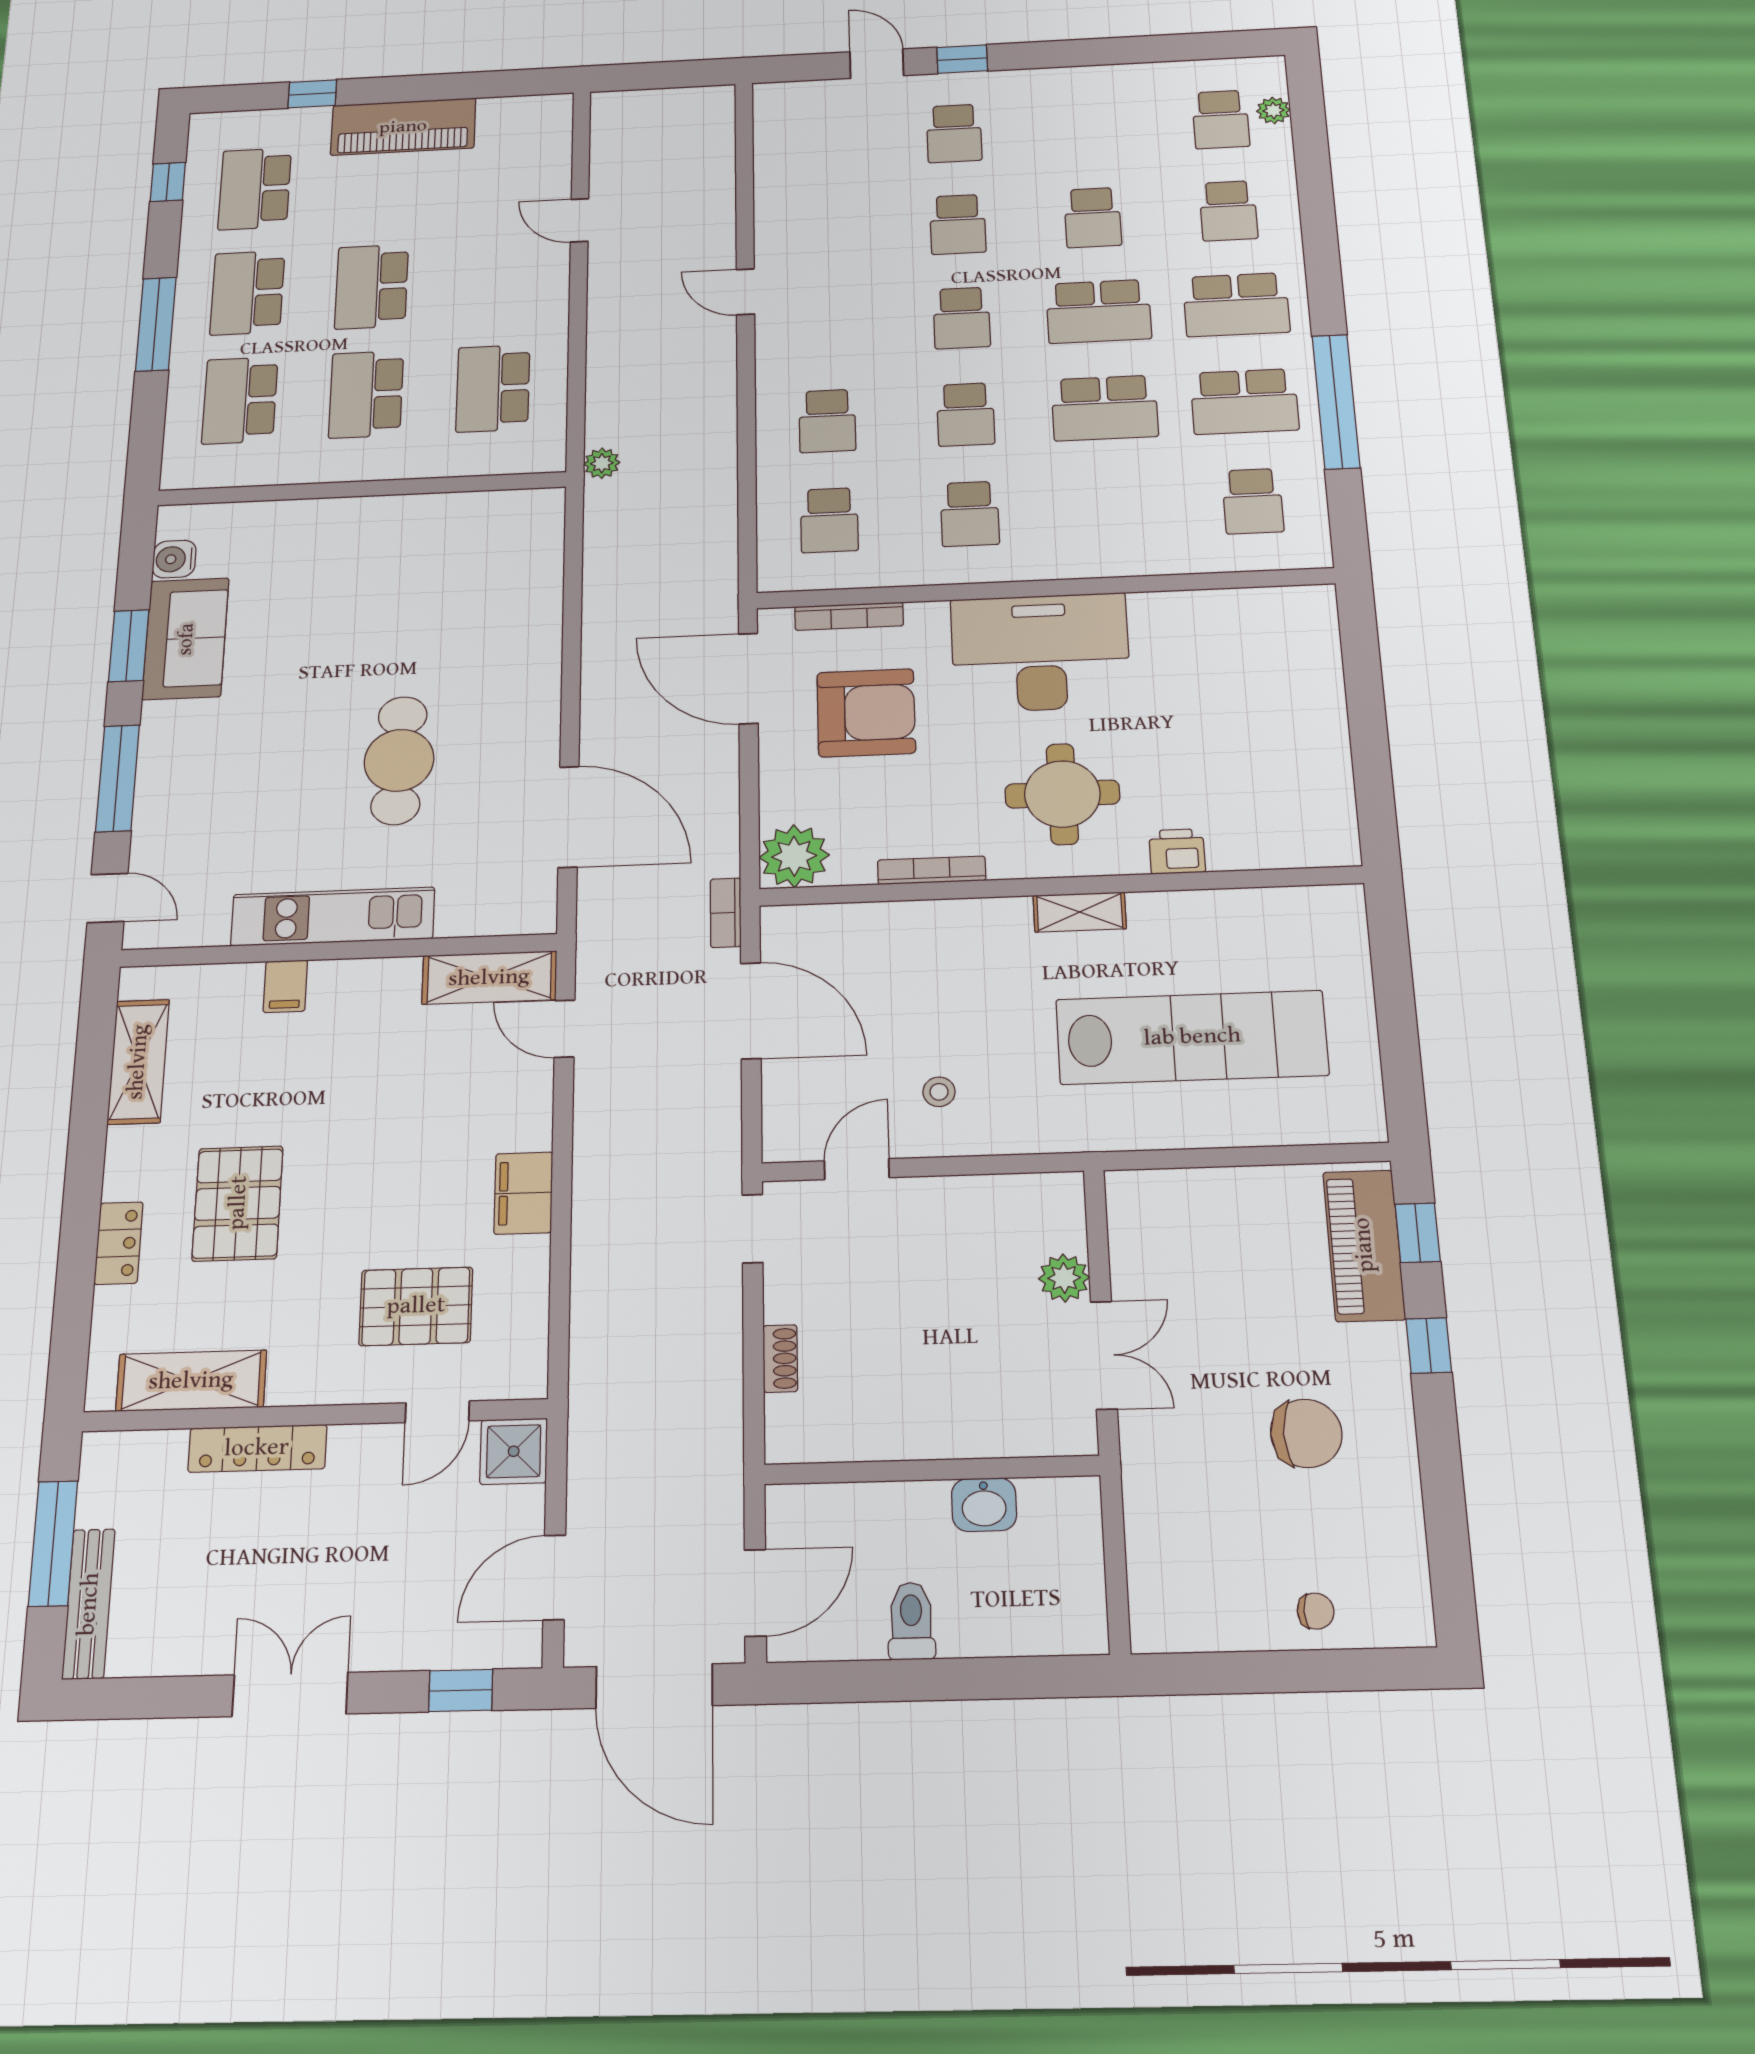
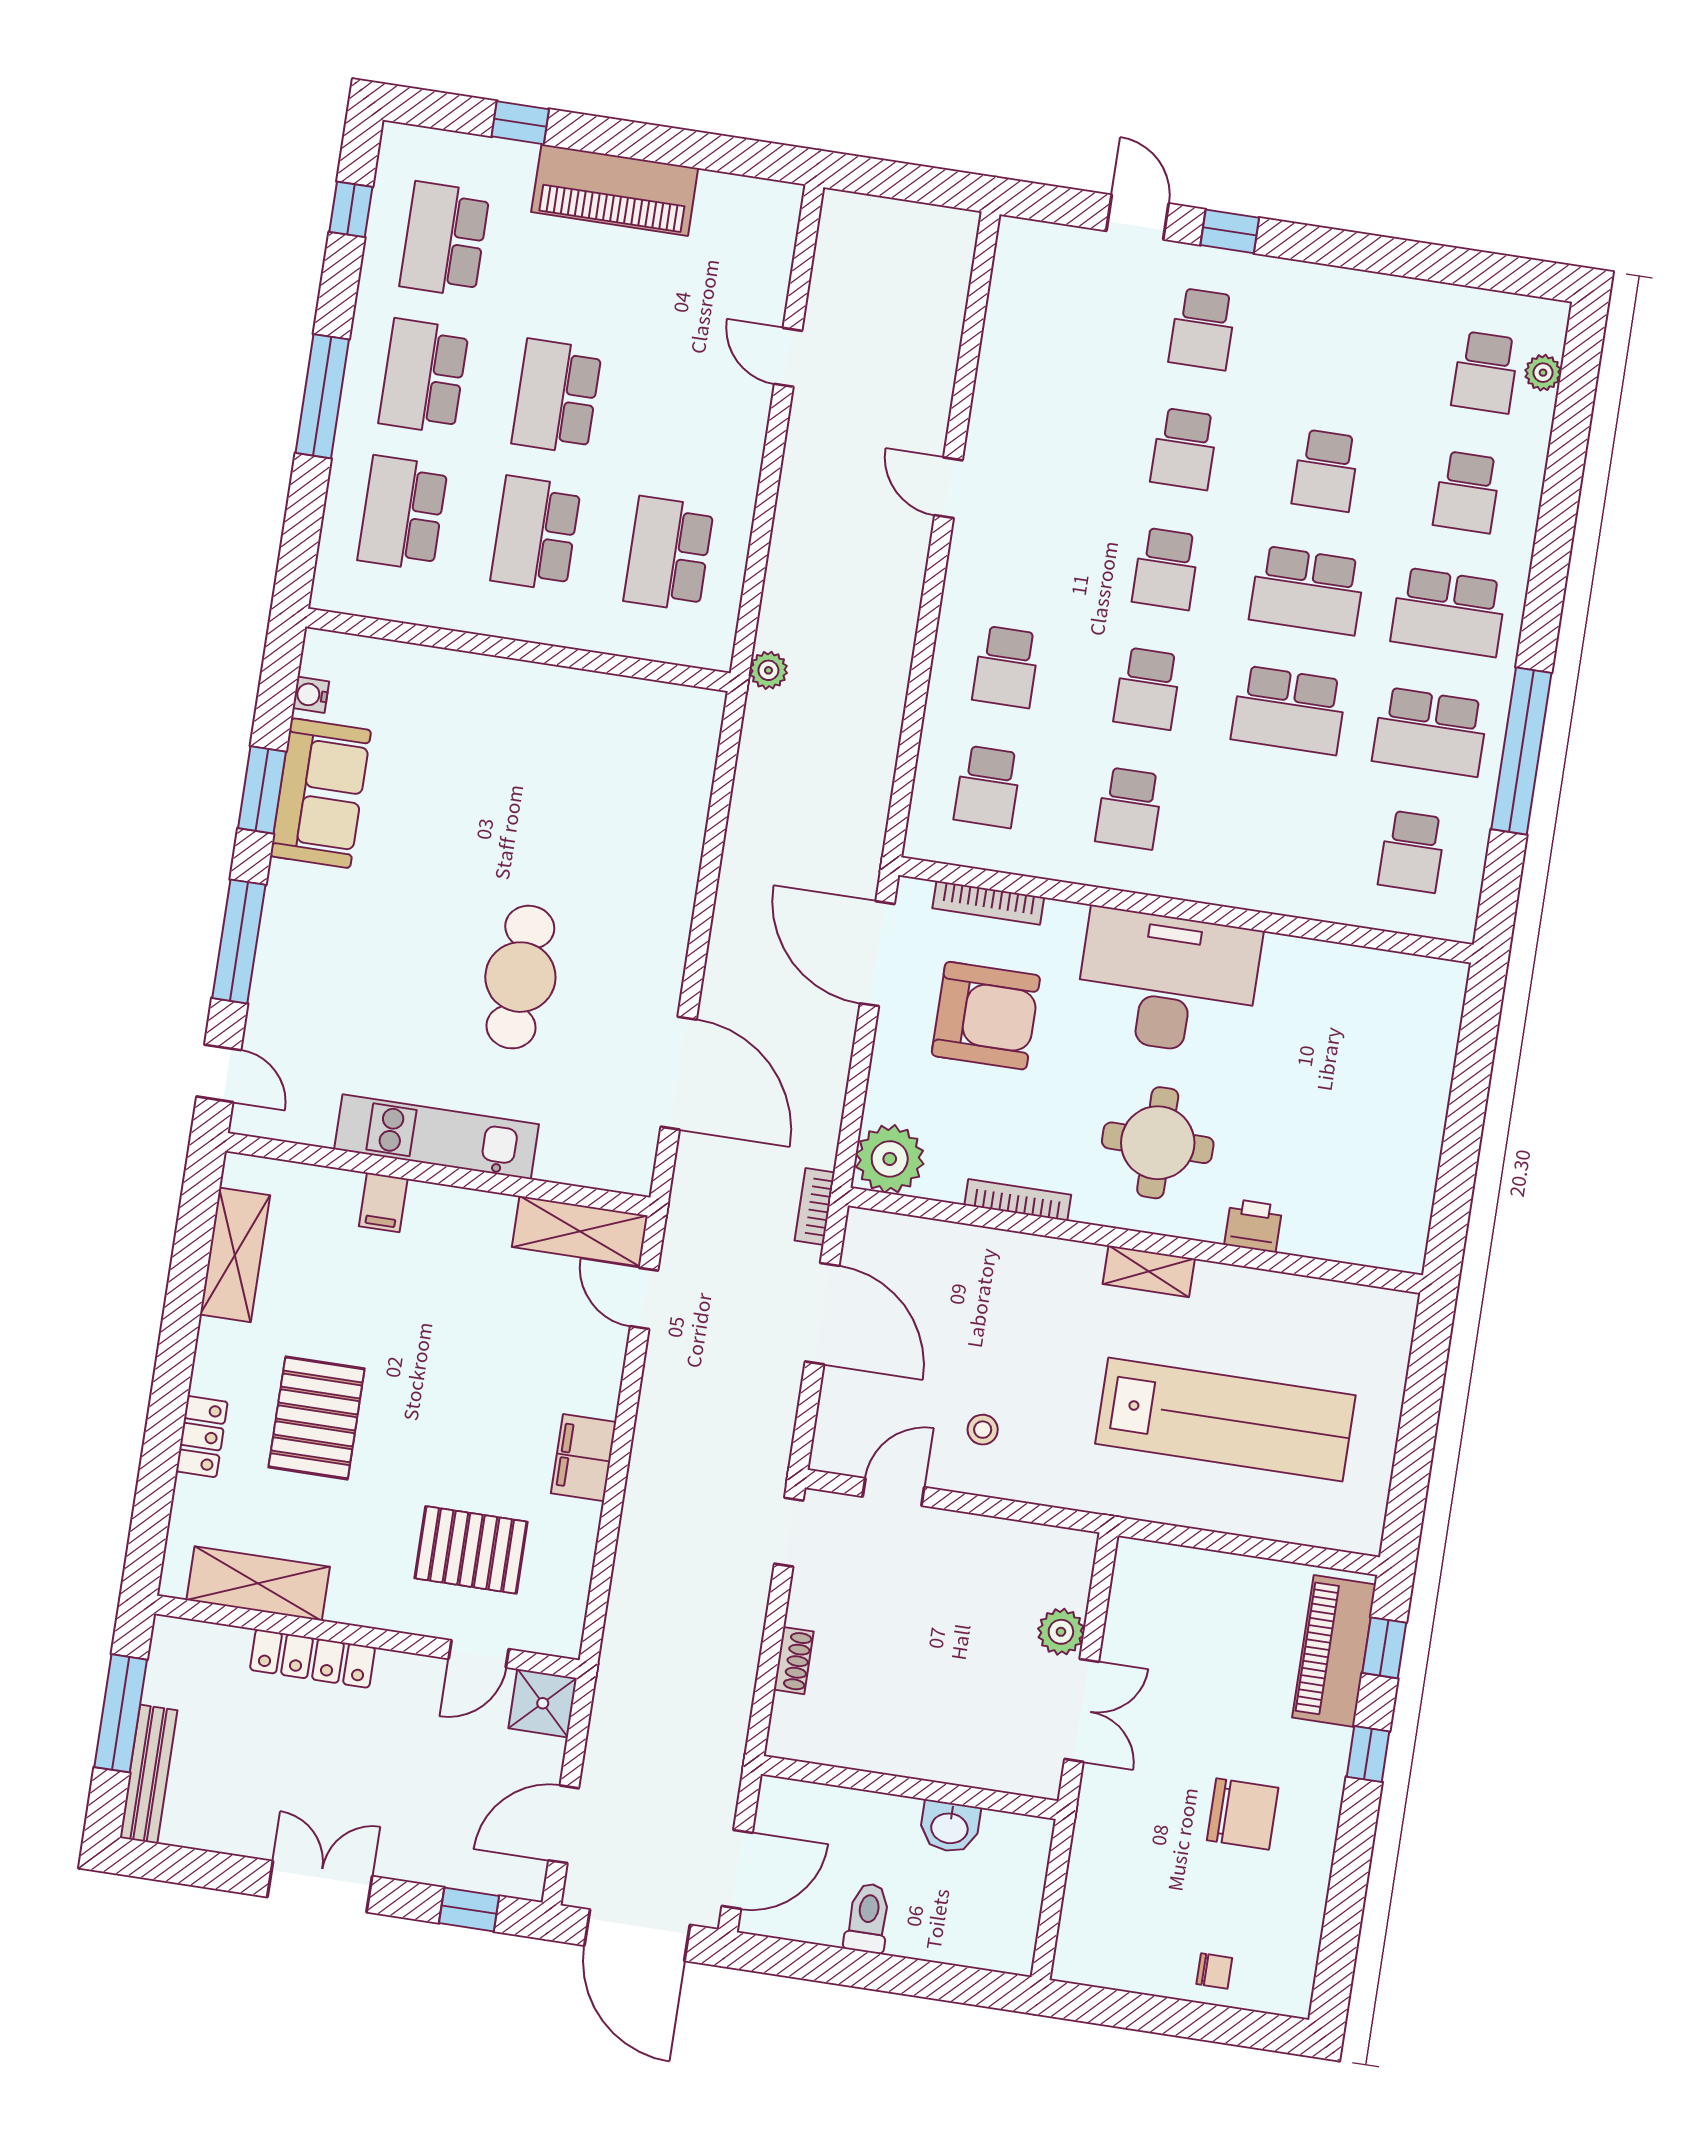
water cooler: (174, 559) -> (311, 695), width x0.72, depth x0.72

